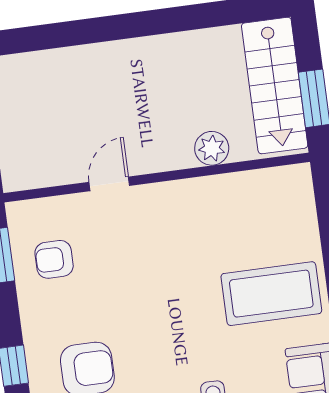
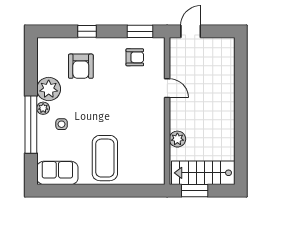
armchair: (54, 259) -> (135, 57), turned 90

